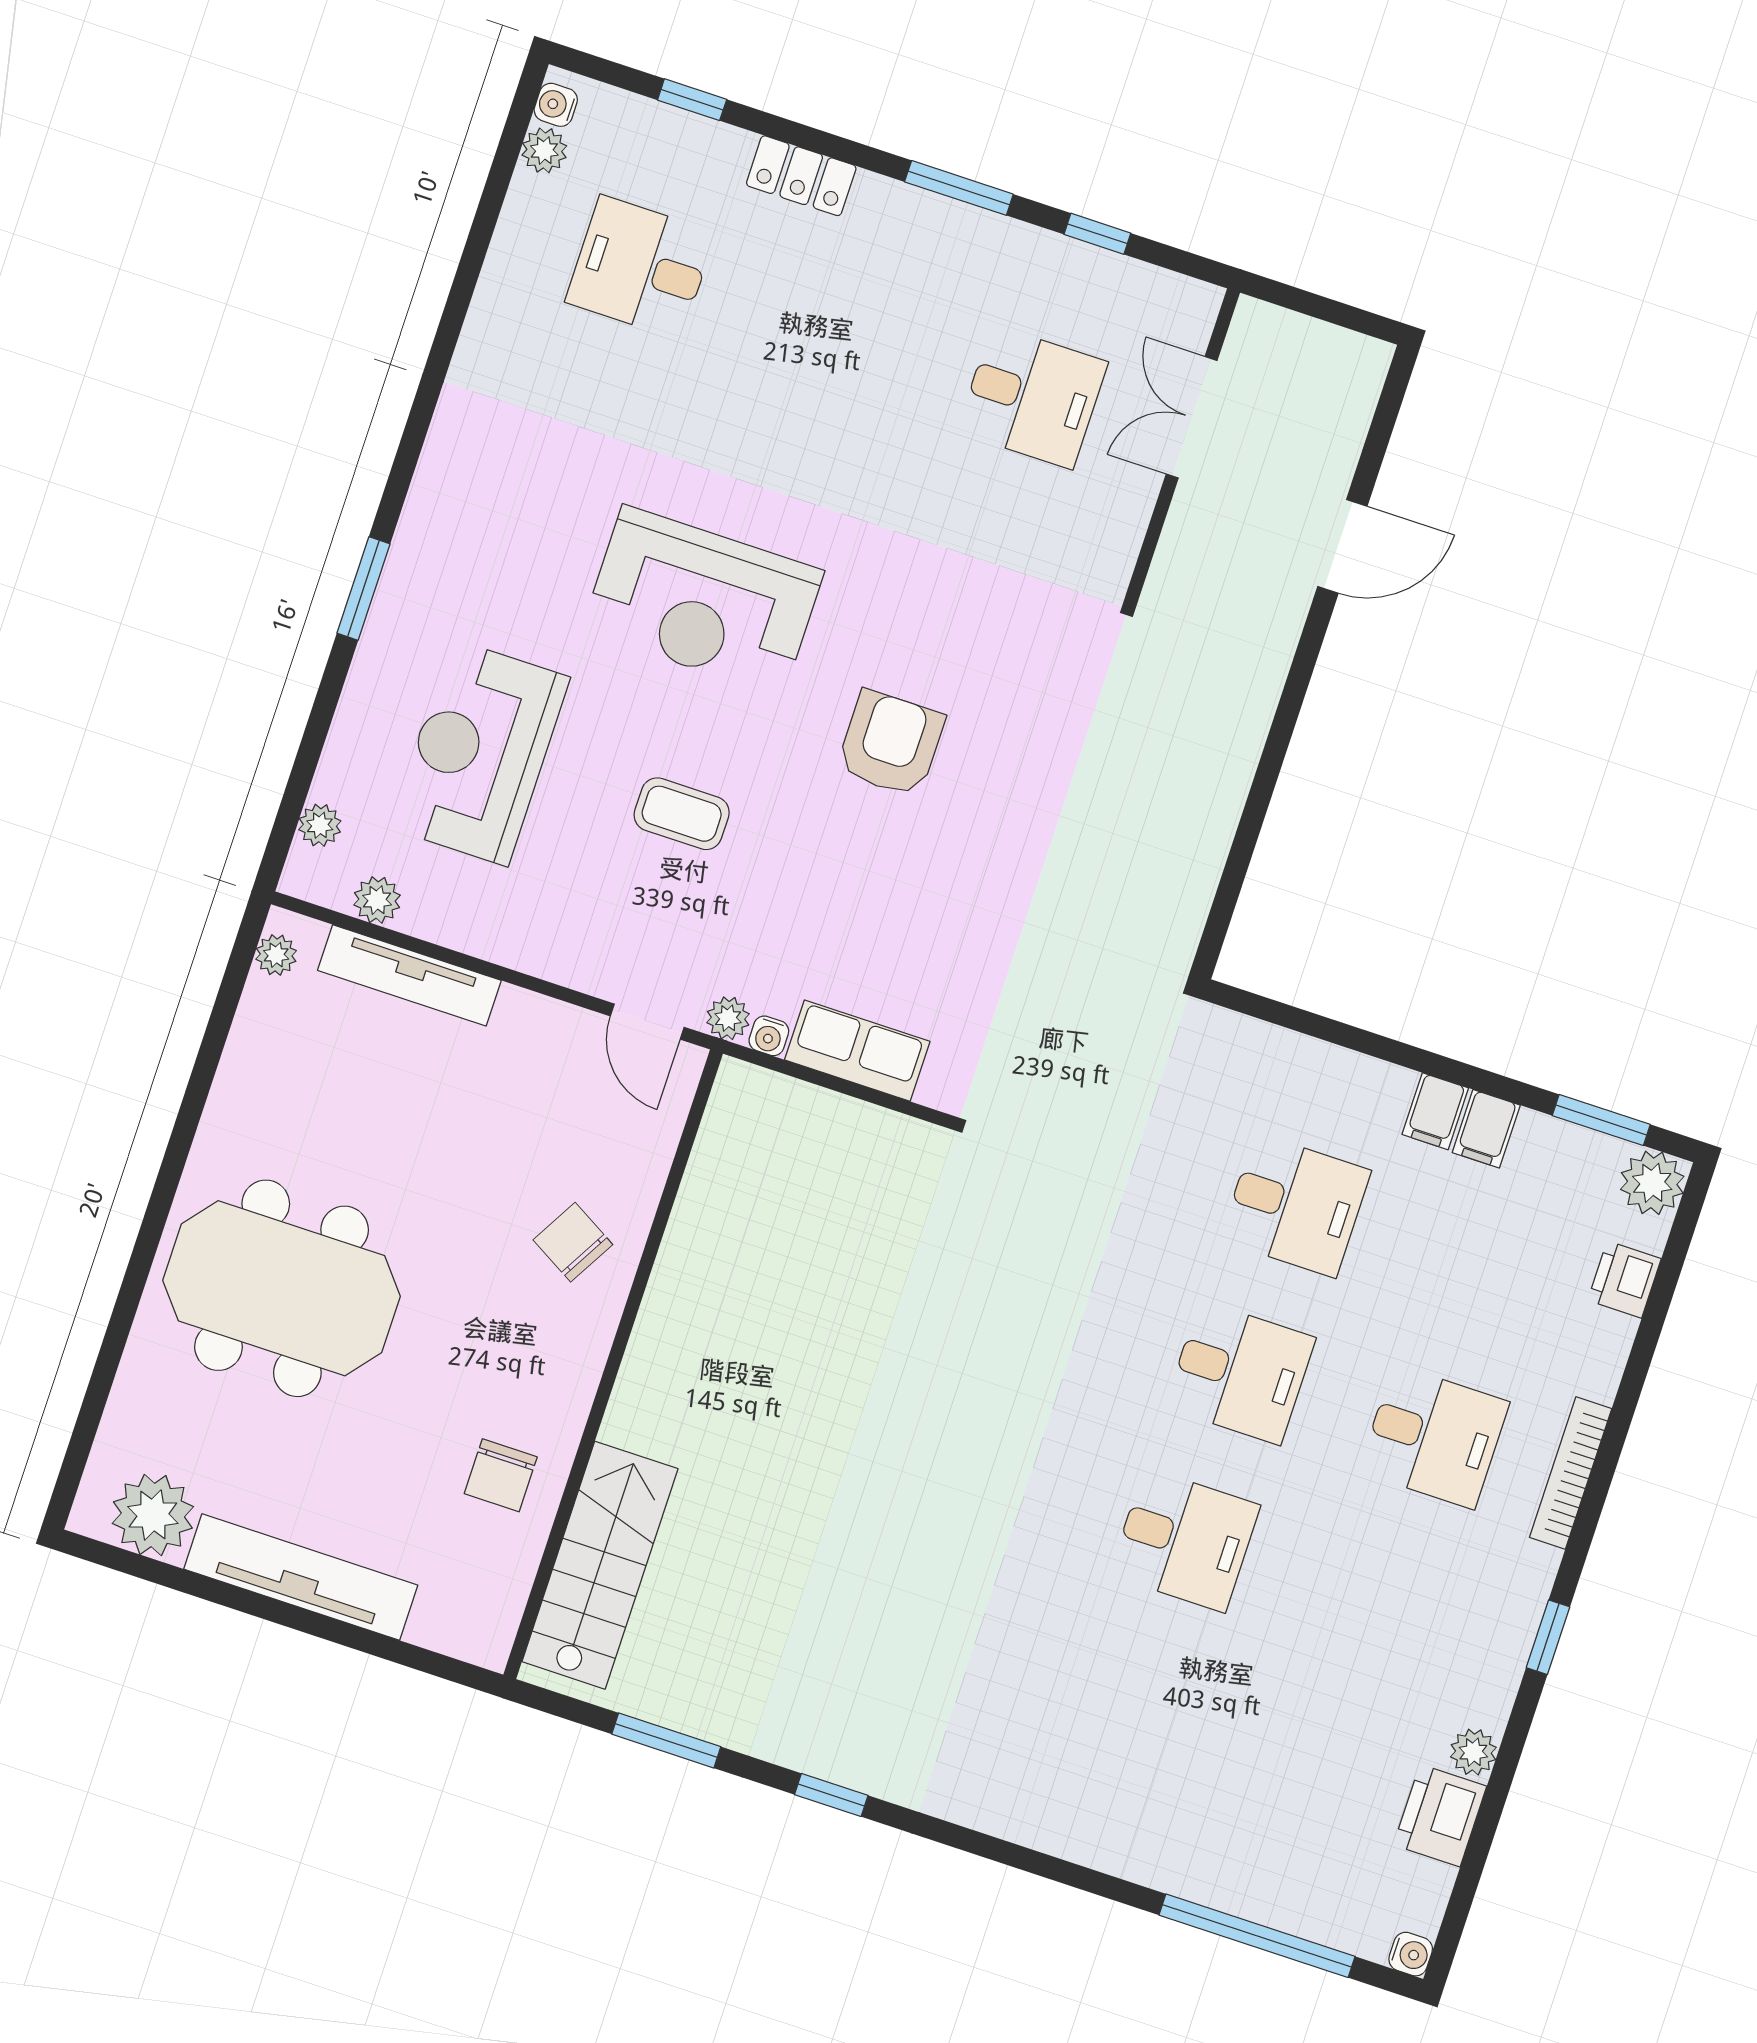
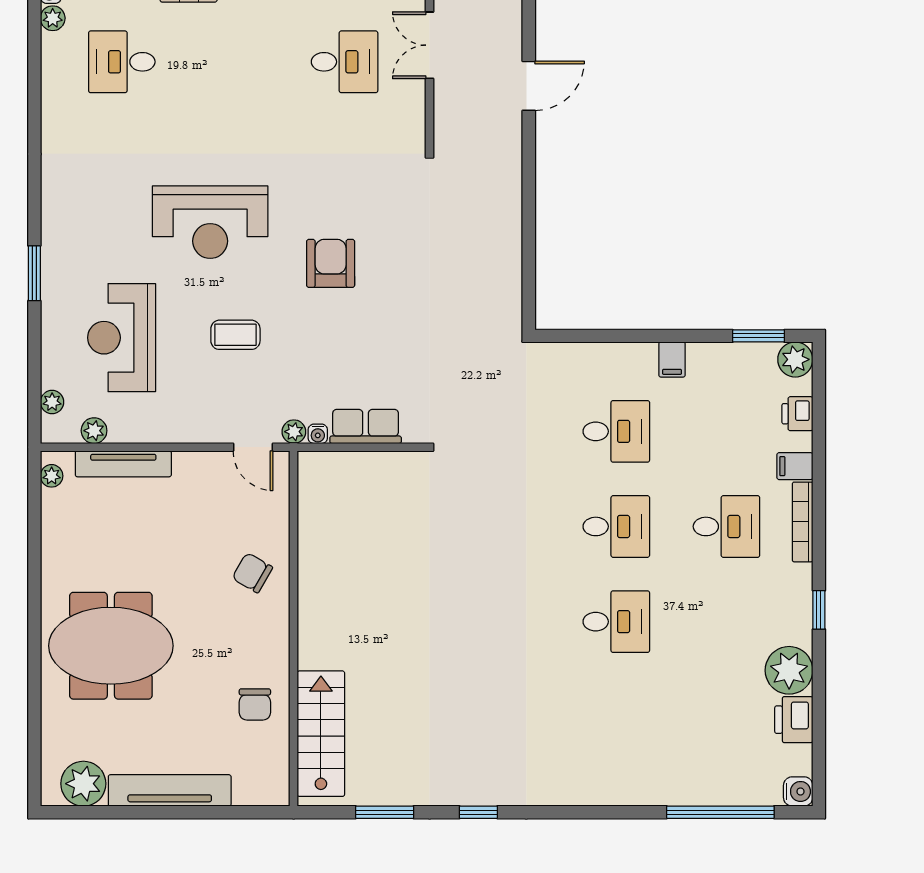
filing cabinet: (1486, 1129) -> (795, 466), moved, turned 90
plant: (1473, 1752) -> (789, 670), width x1.88, depth x1.88
water cooler: (1411, 1954) -> (798, 791), width x1.38, depth x1.38

